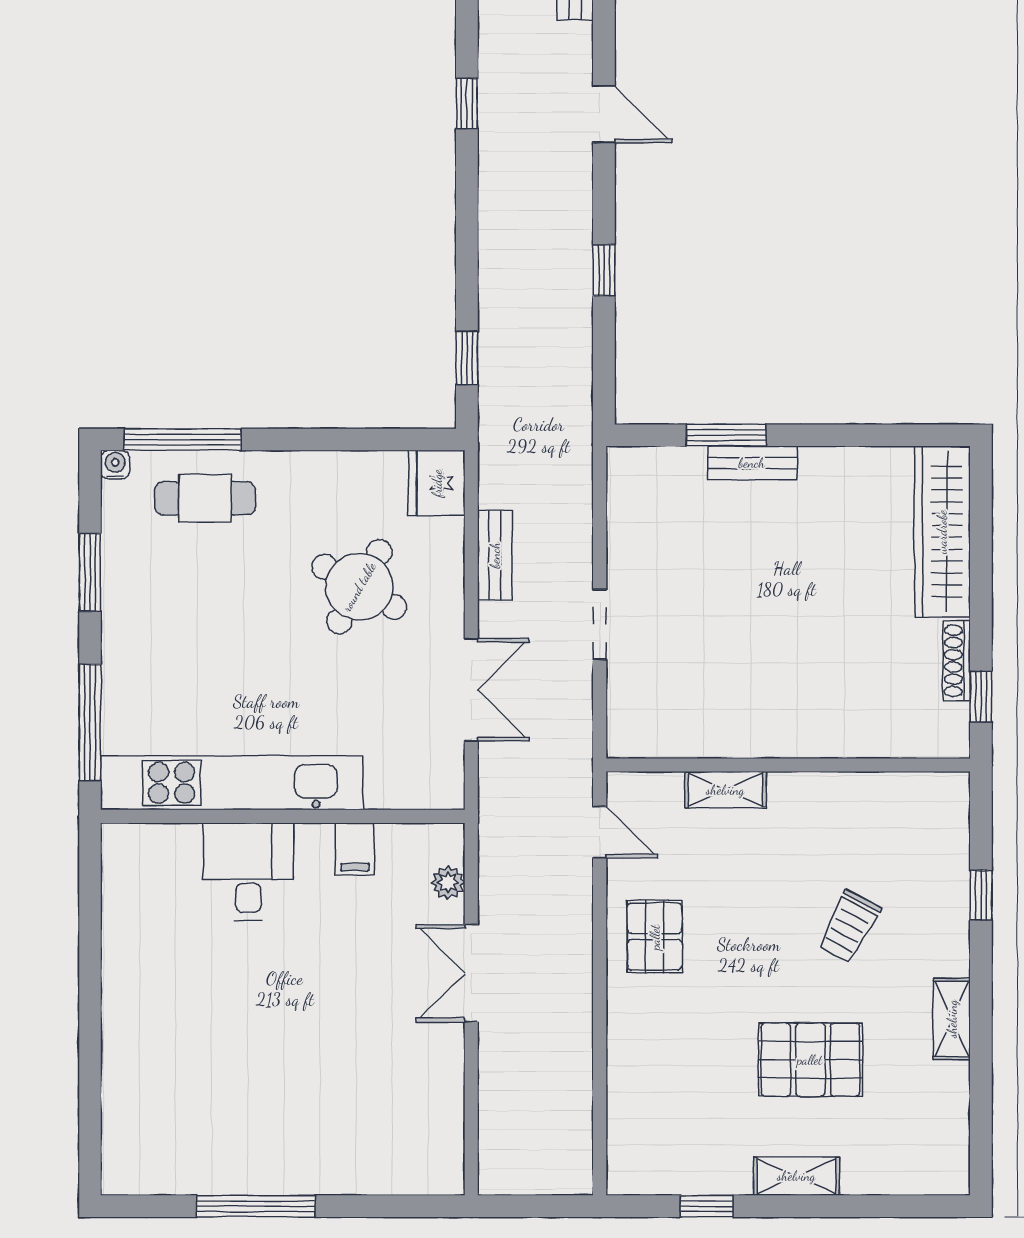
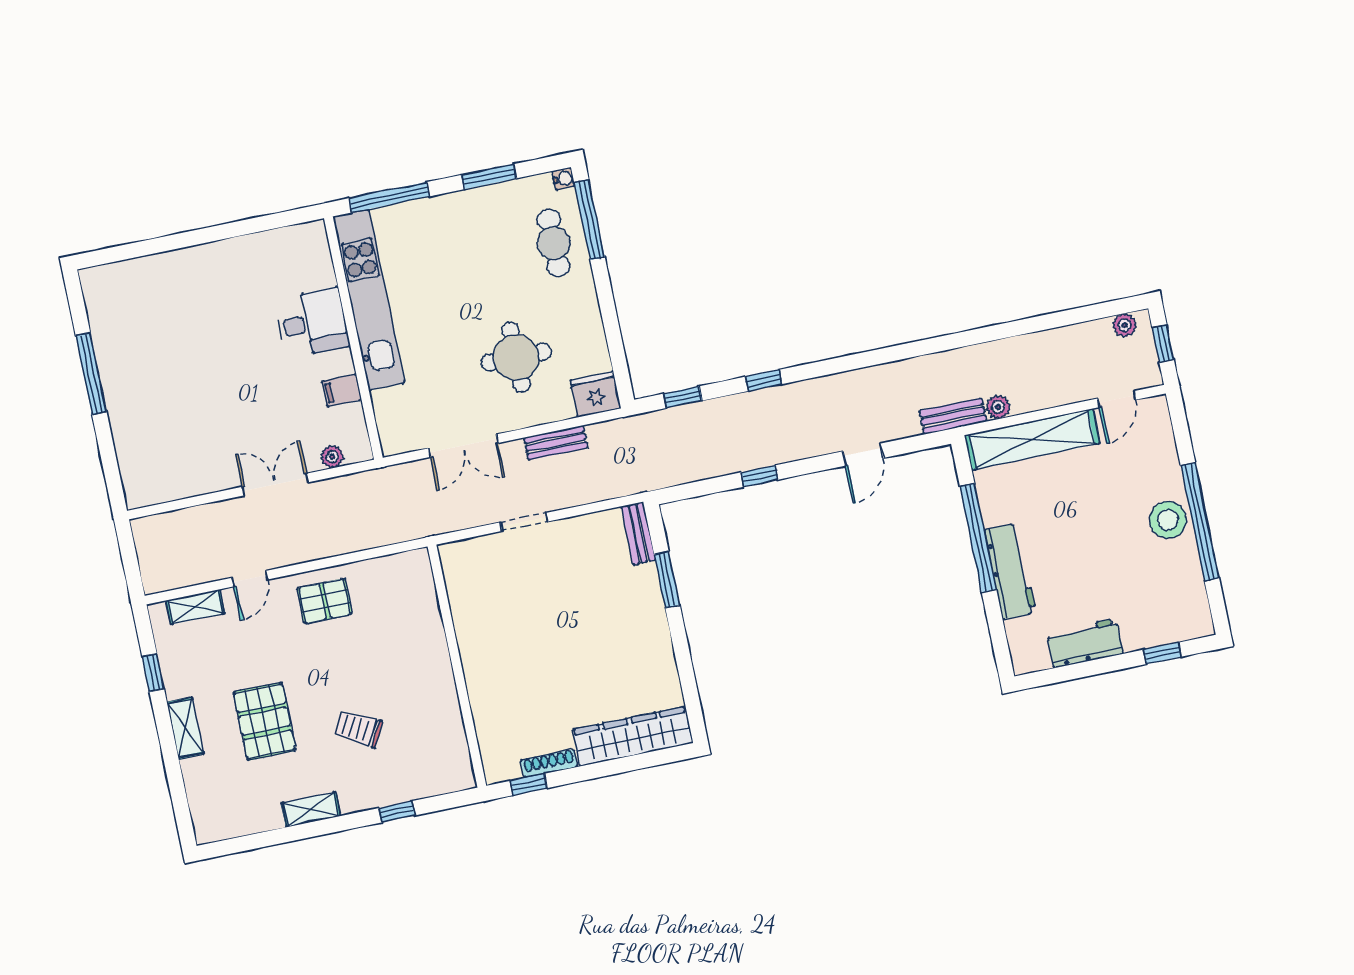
window: (467, 103) -> (764, 380), moved
bench: (752, 463) -> (638, 533), moved
round table: (359, 587) -> (516, 357), turned -30
shelving: (725, 790) -> (195, 607), moved, turned 90
door: (600, 832) -> (250, 579), moved

